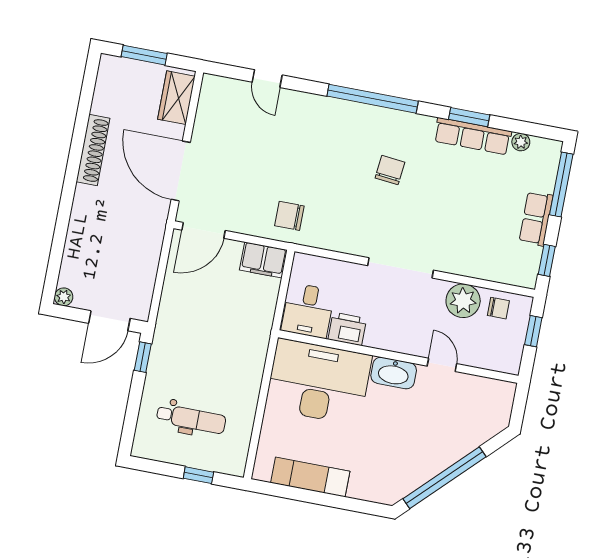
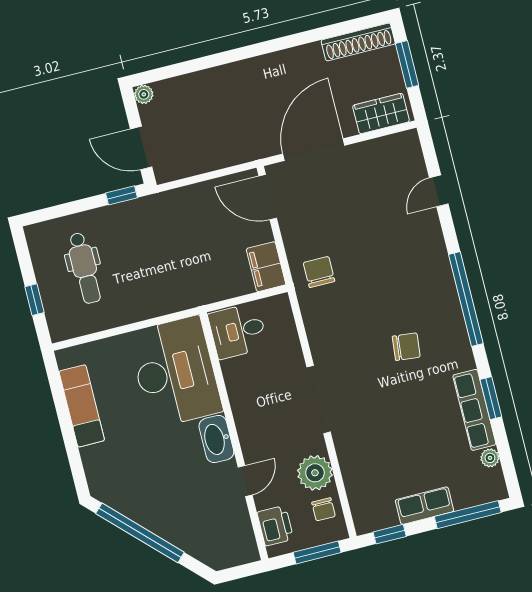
shoe rack: (93, 150) -> (358, 42), moved
printer: (347, 329) -> (275, 526), moved
window: (533, 331) -> (317, 552), width x1.50

